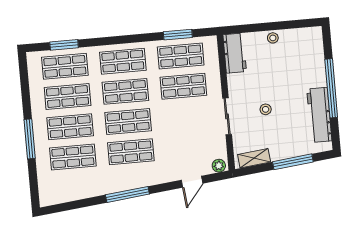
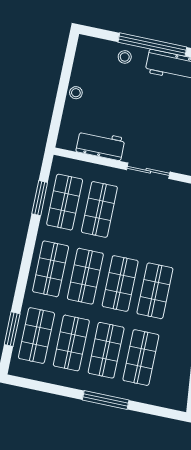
workbench: (235, 53) -> (100, 145), moved
stool: (266, 109) -> (125, 57), moved

